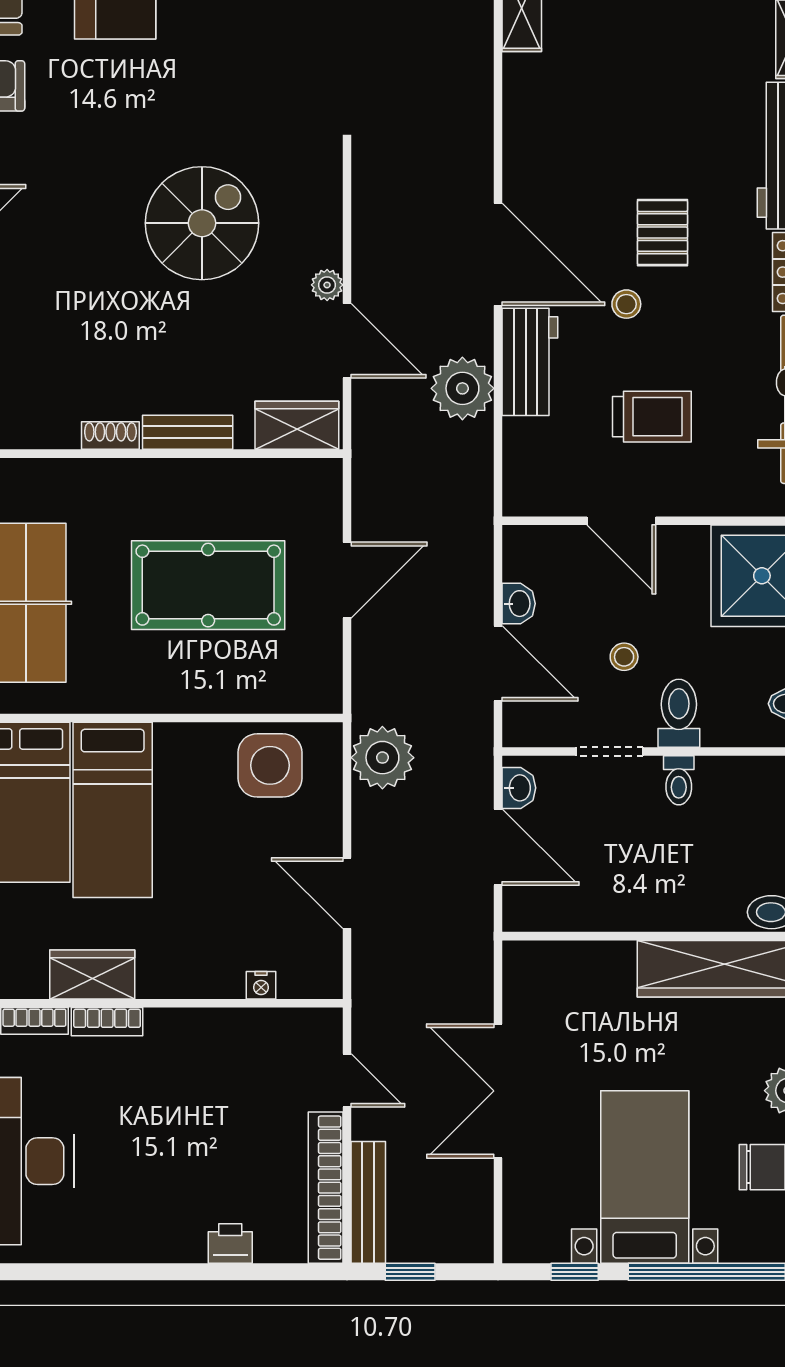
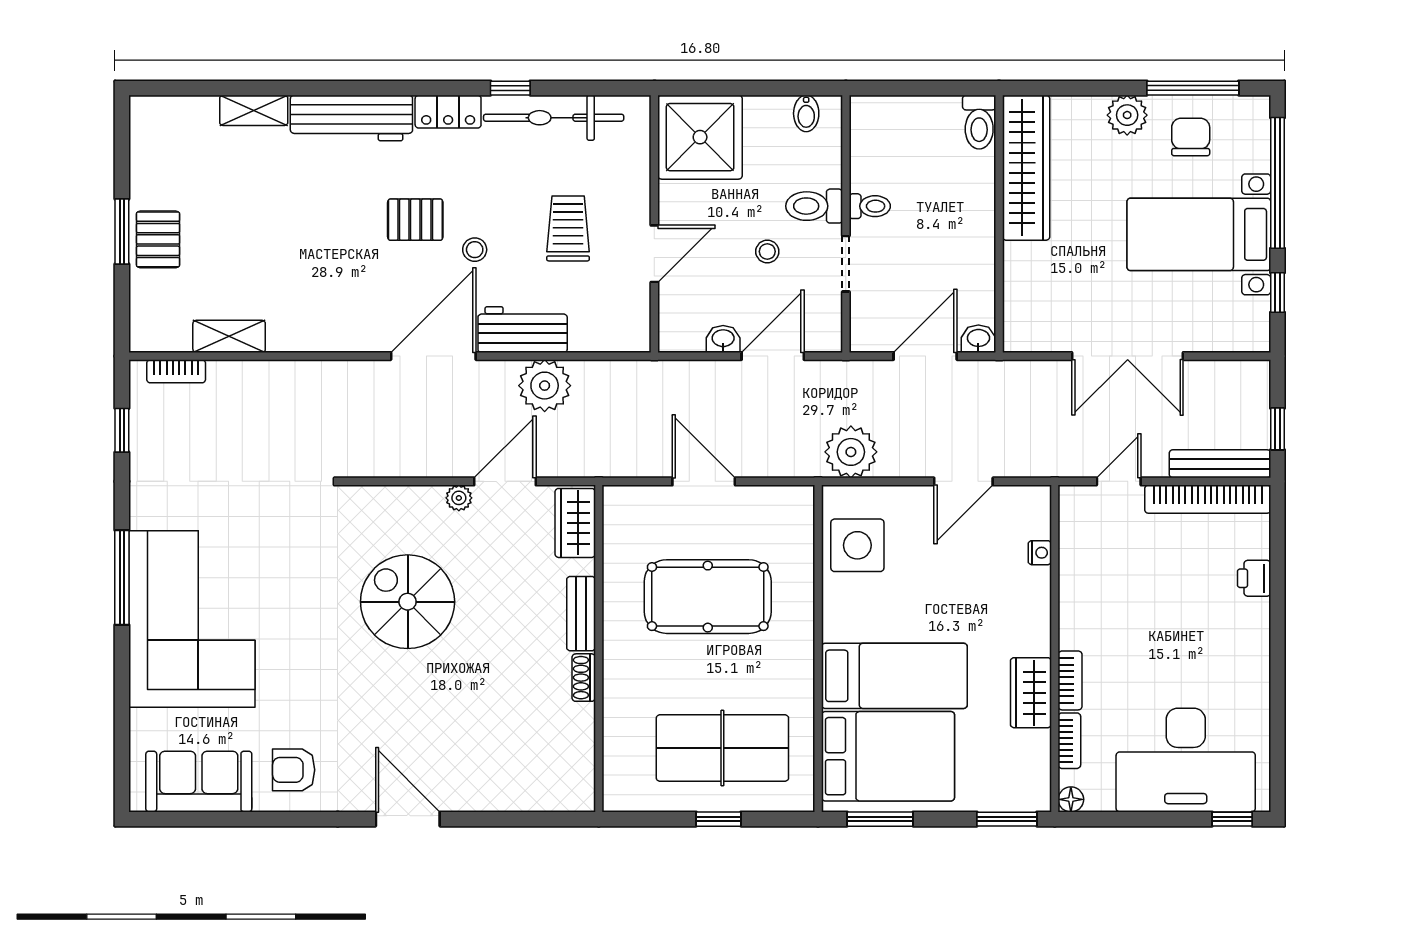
pool table: (208, 585) -> (708, 597), turned 90
washbasin: (519, 788) -> (978, 339), moved

